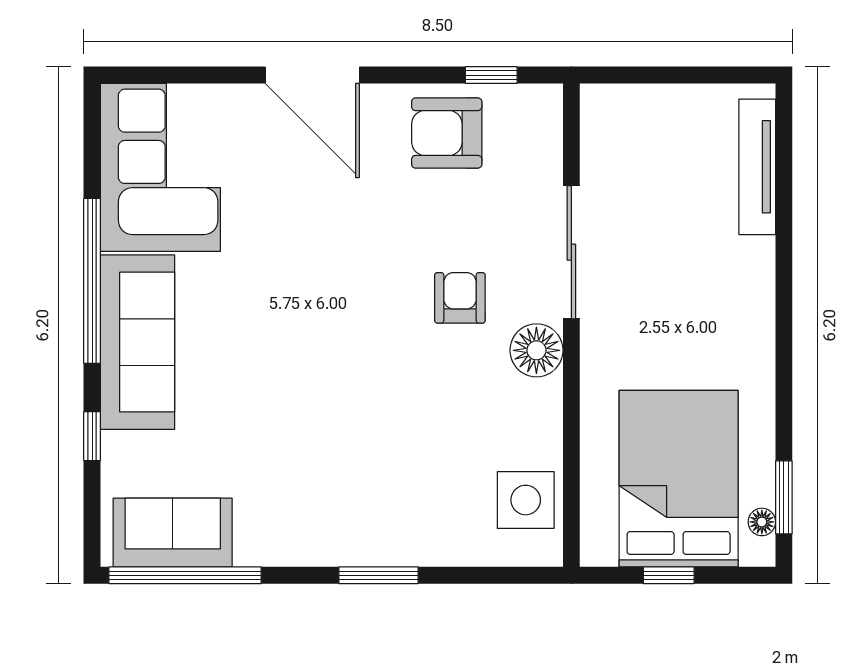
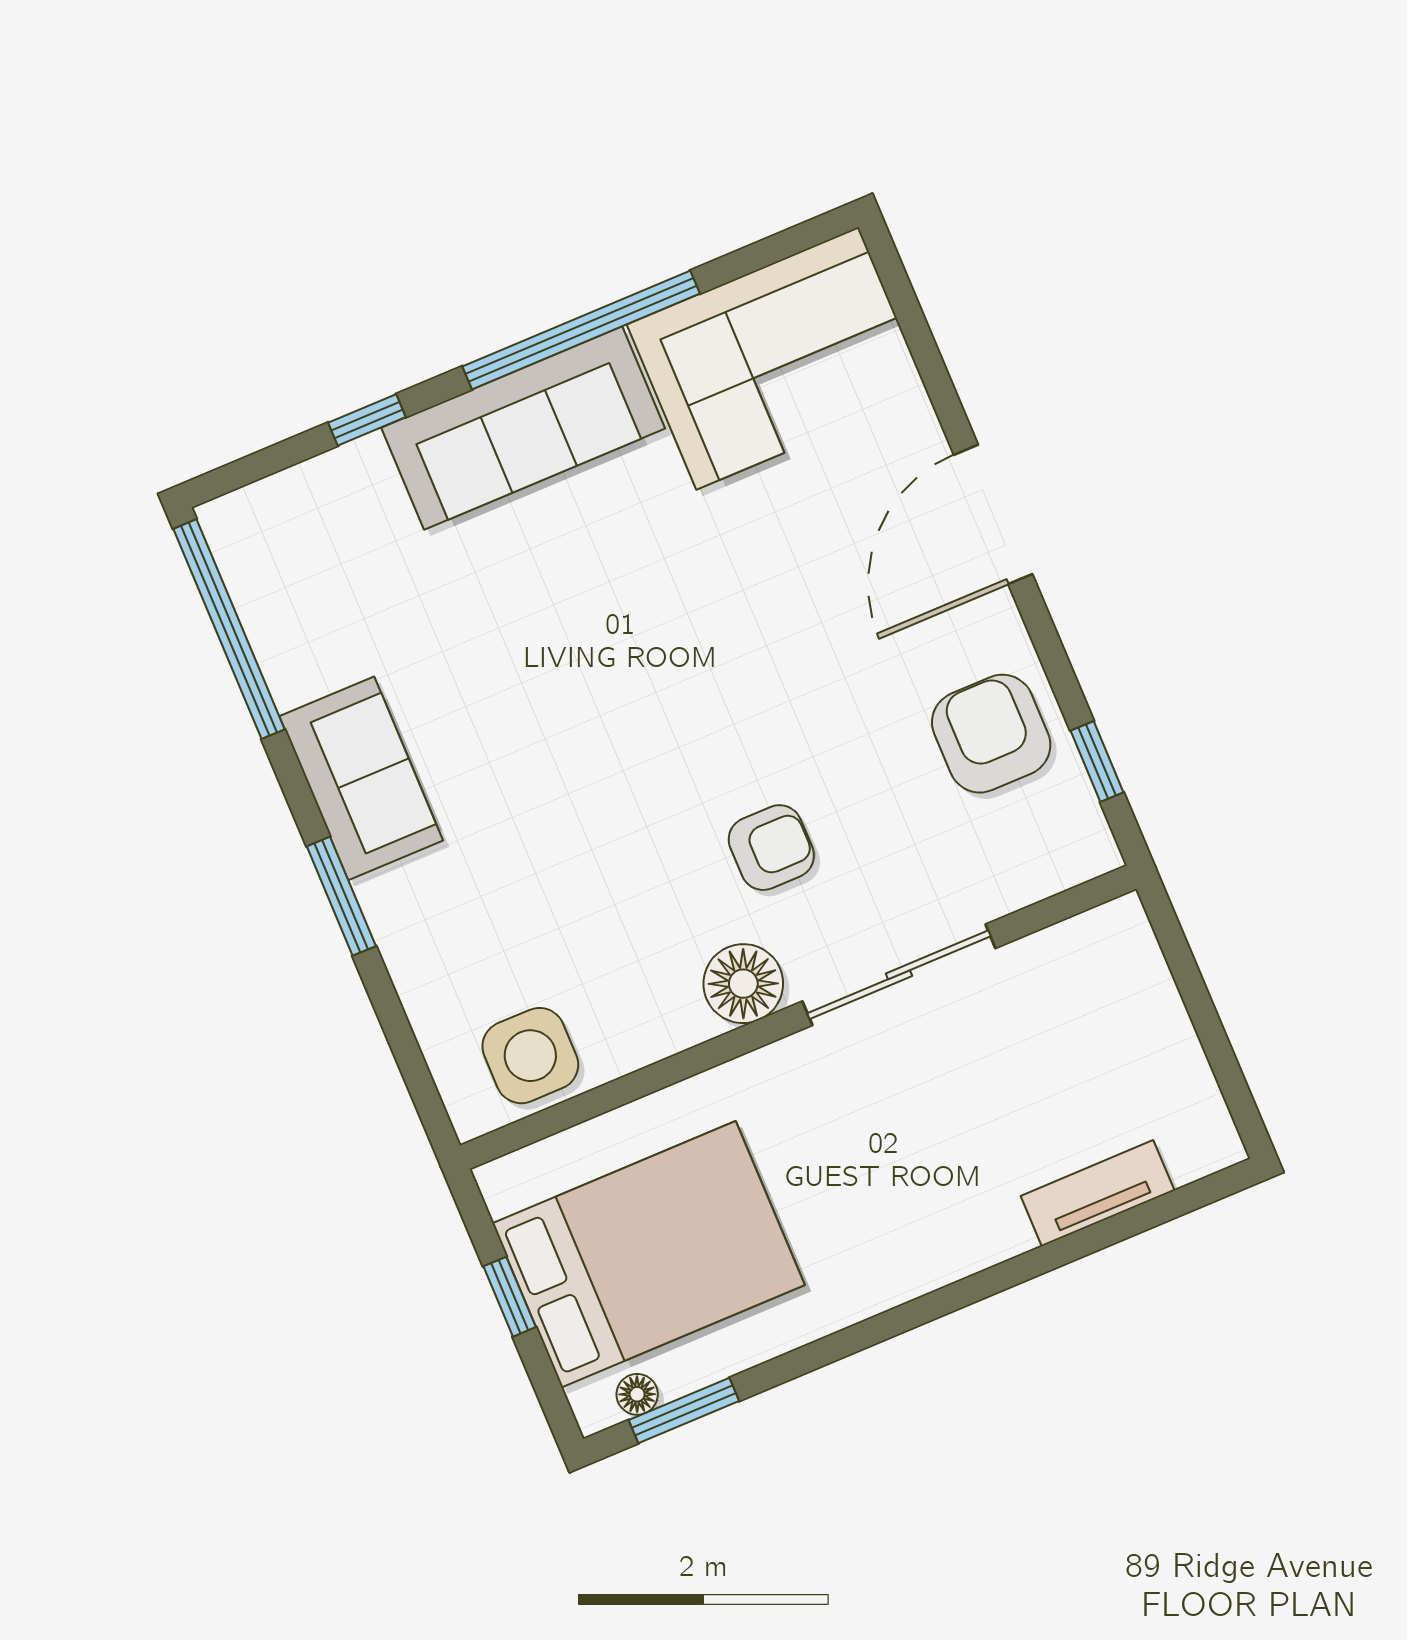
tv unit: (757, 167) -> (1098, 1193), width x0.71
sofa: (173, 532) -> (361, 778), moved

